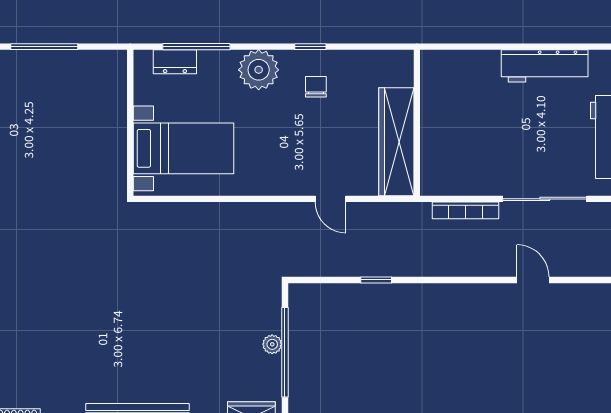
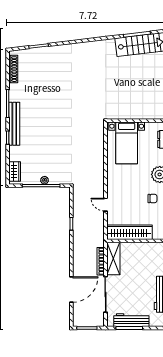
shelving: (459, 180) -> (113, 258), added
door: (331, 199) -> (105, 205), hinge flipped
door: (533, 280) -> (71, 289), width x1.87

